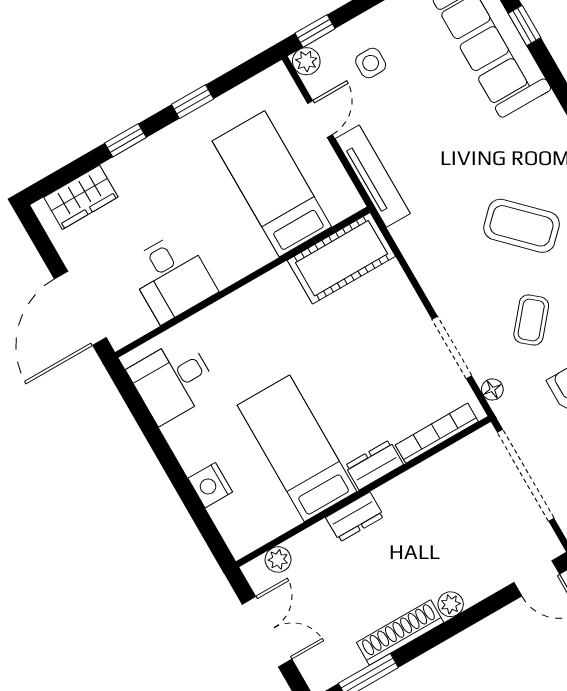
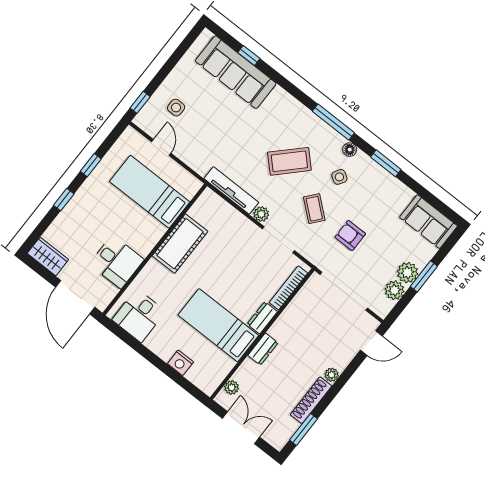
plant: (306, 61) -> (261, 214), moved
tv unit: (373, 176) -> (231, 190), moved
wardrobe: (81, 197) -> (48, 256), moved, turned -90
cot: (341, 258) -> (180, 244), moved
floor lamp: (492, 389) -> (308, 253), removed

